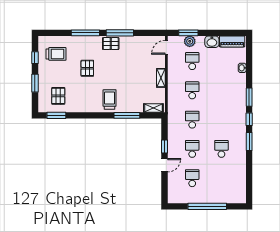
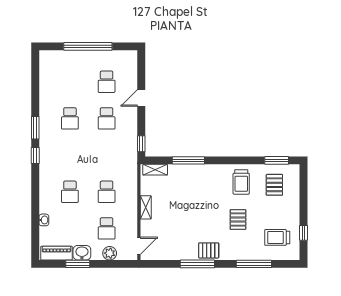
window: (85, 33) -> (254, 264), moved
window: (188, 33) -> (78, 264), moved
window: (35, 83) -> (304, 201), removed
window: (249, 97) -> (35, 183), removed
trolley: (110, 99) -> (241, 182), moved
school desk: (192, 120) -> (70, 192), moved
window: (165, 147) -> (141, 144), moved

